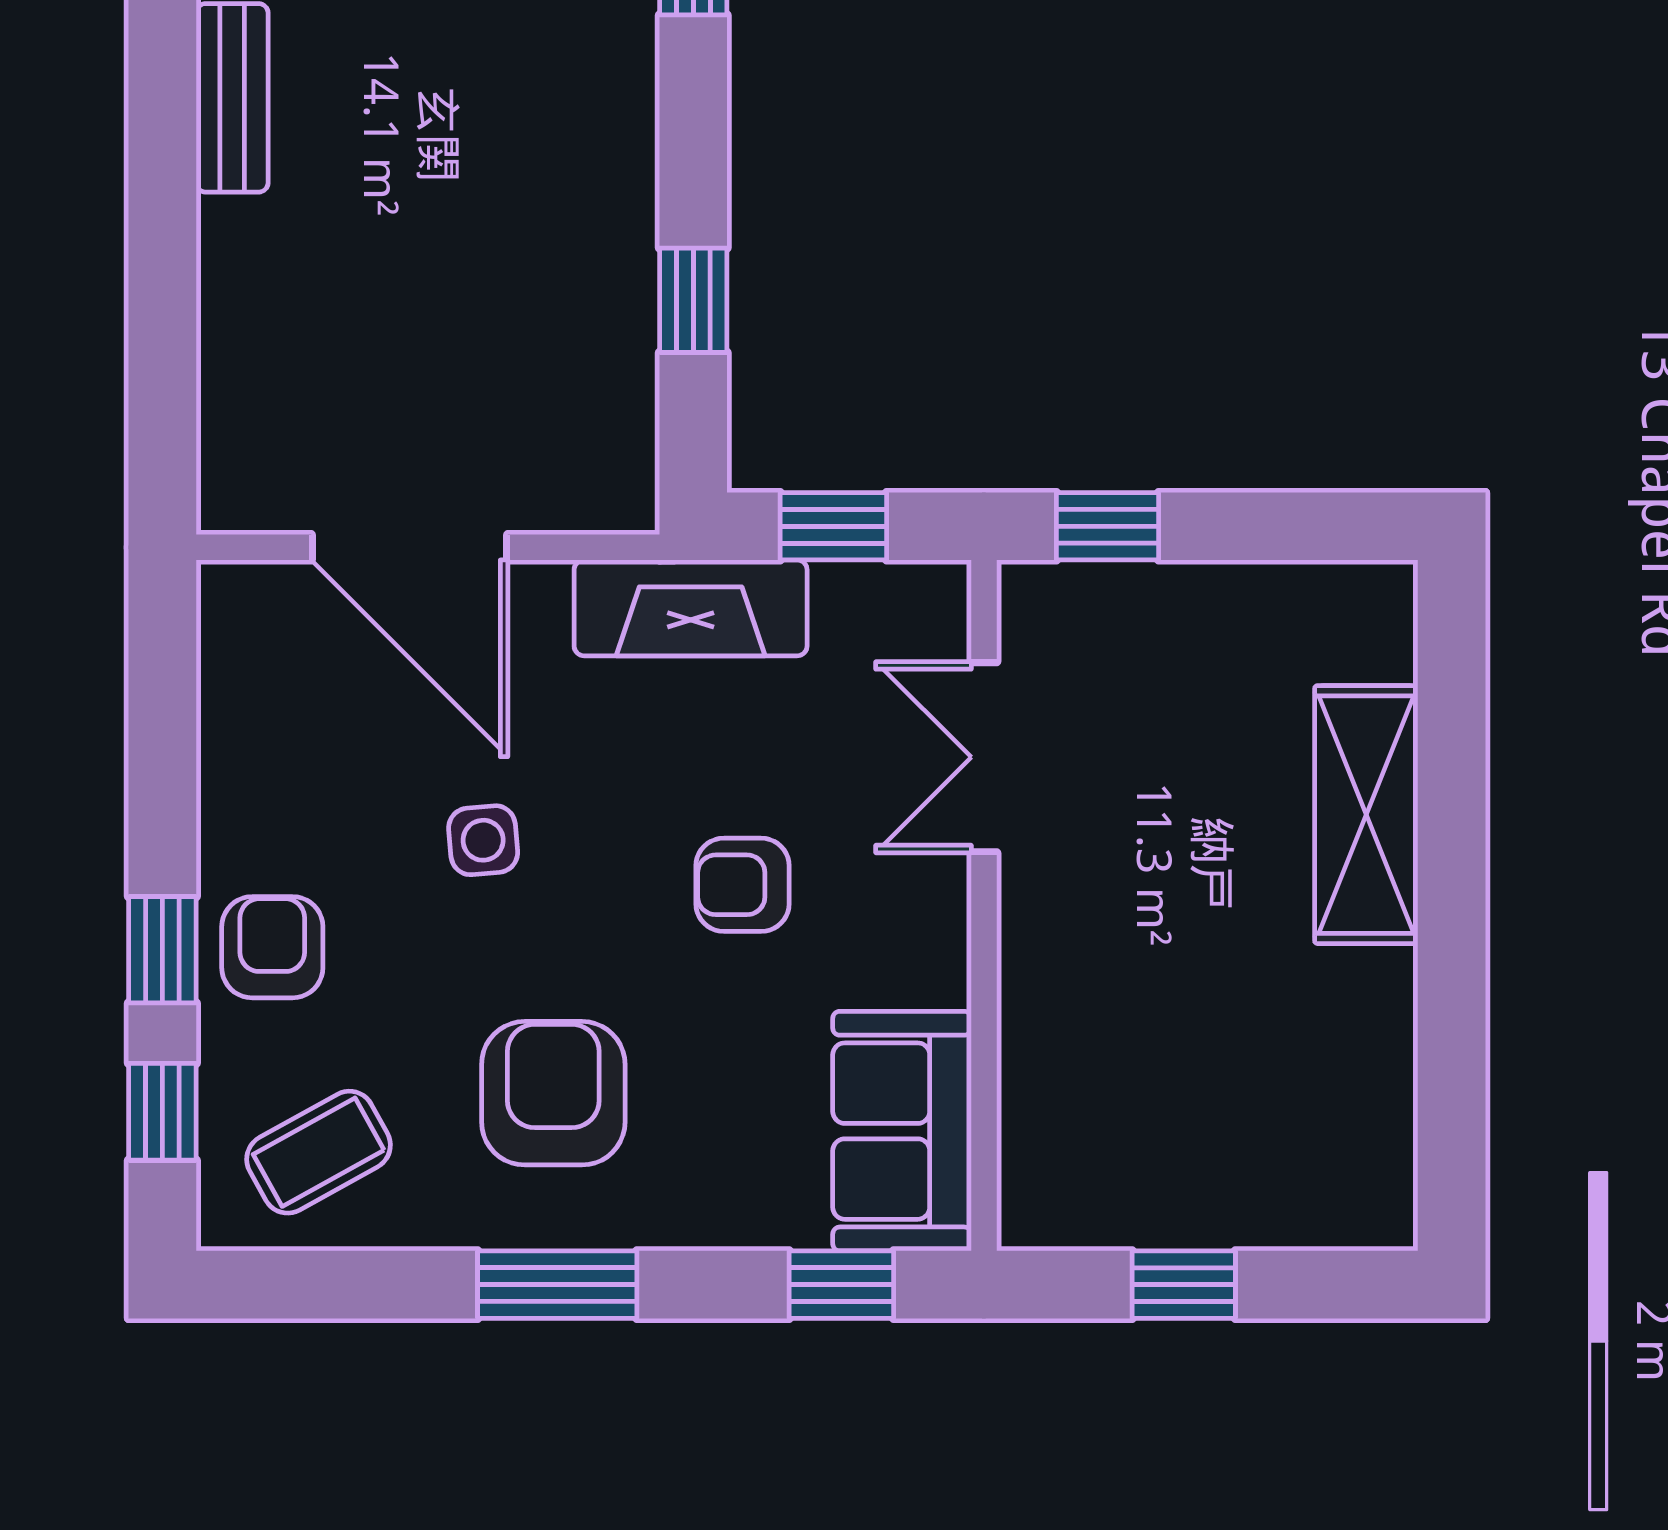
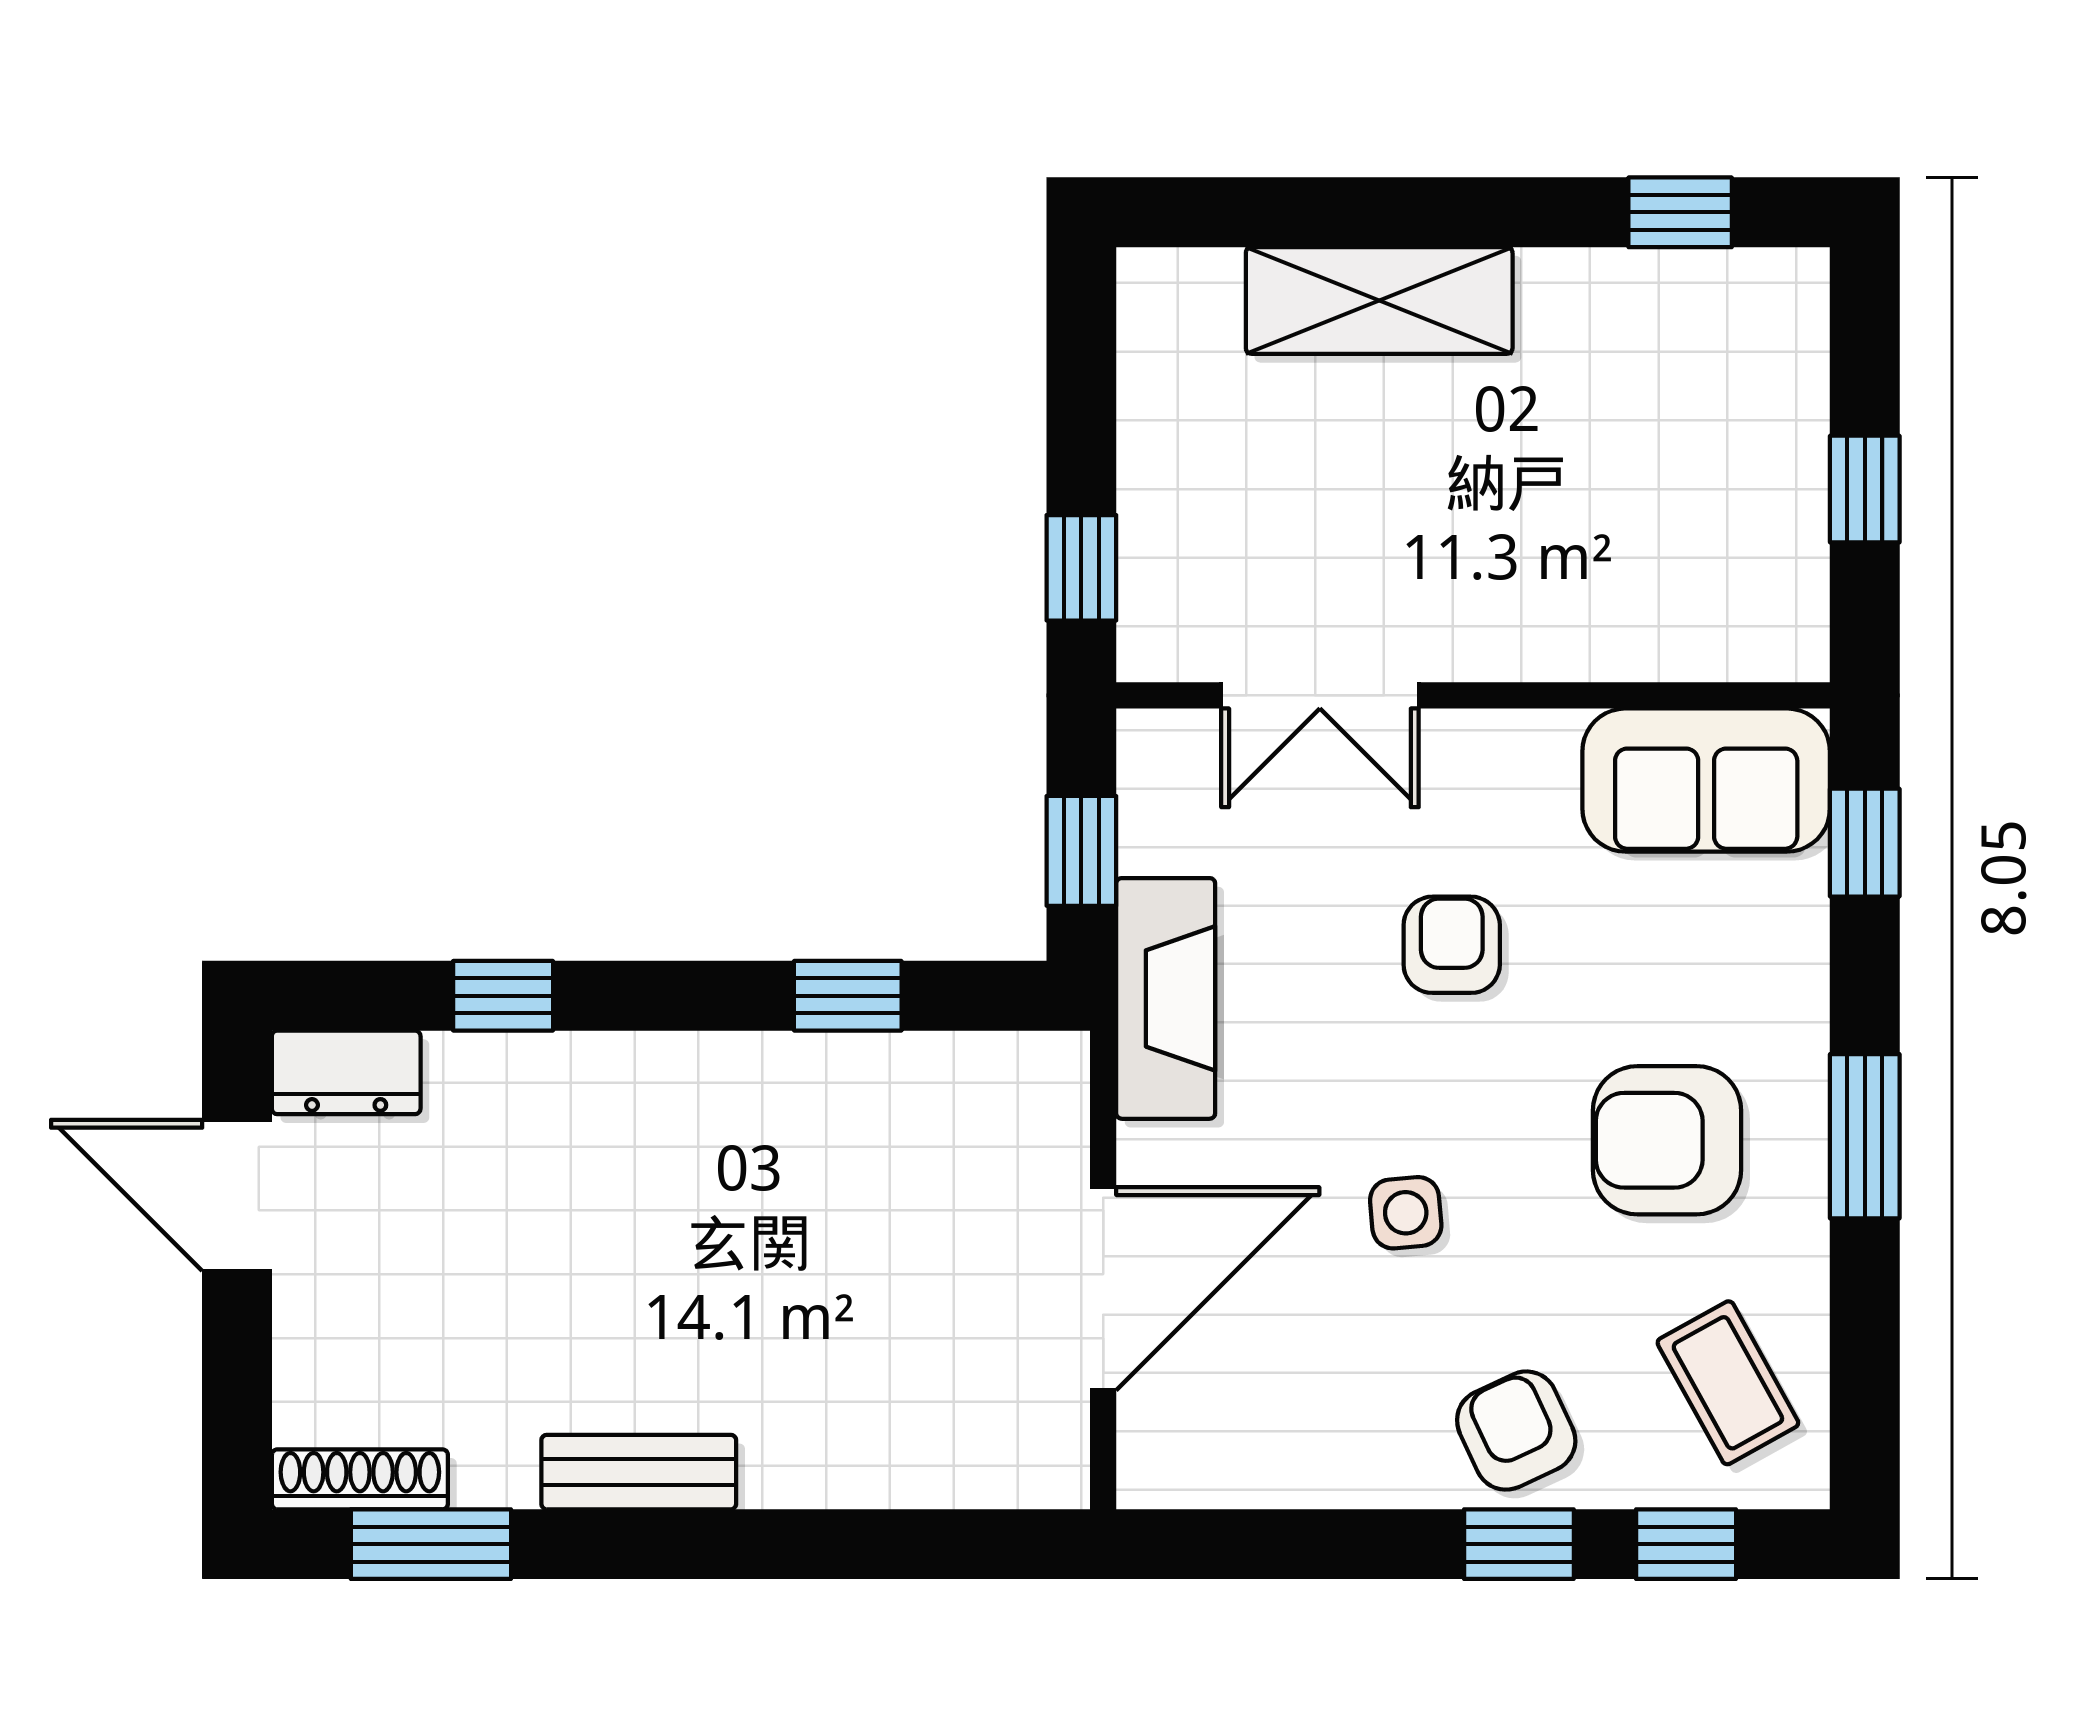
armchair: (743, 885) -> (1452, 945), turned 180
armchair: (272, 947) -> (1516, 1431), turned 65
window: (1452, 1106) -> (1680, 212), added

